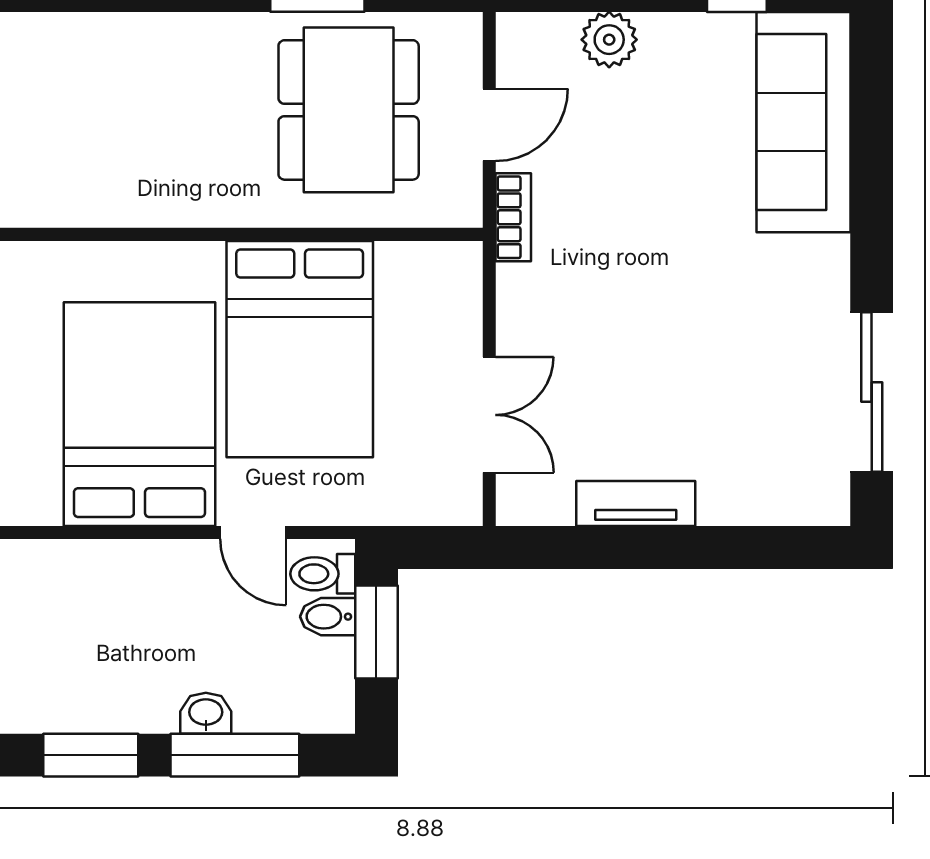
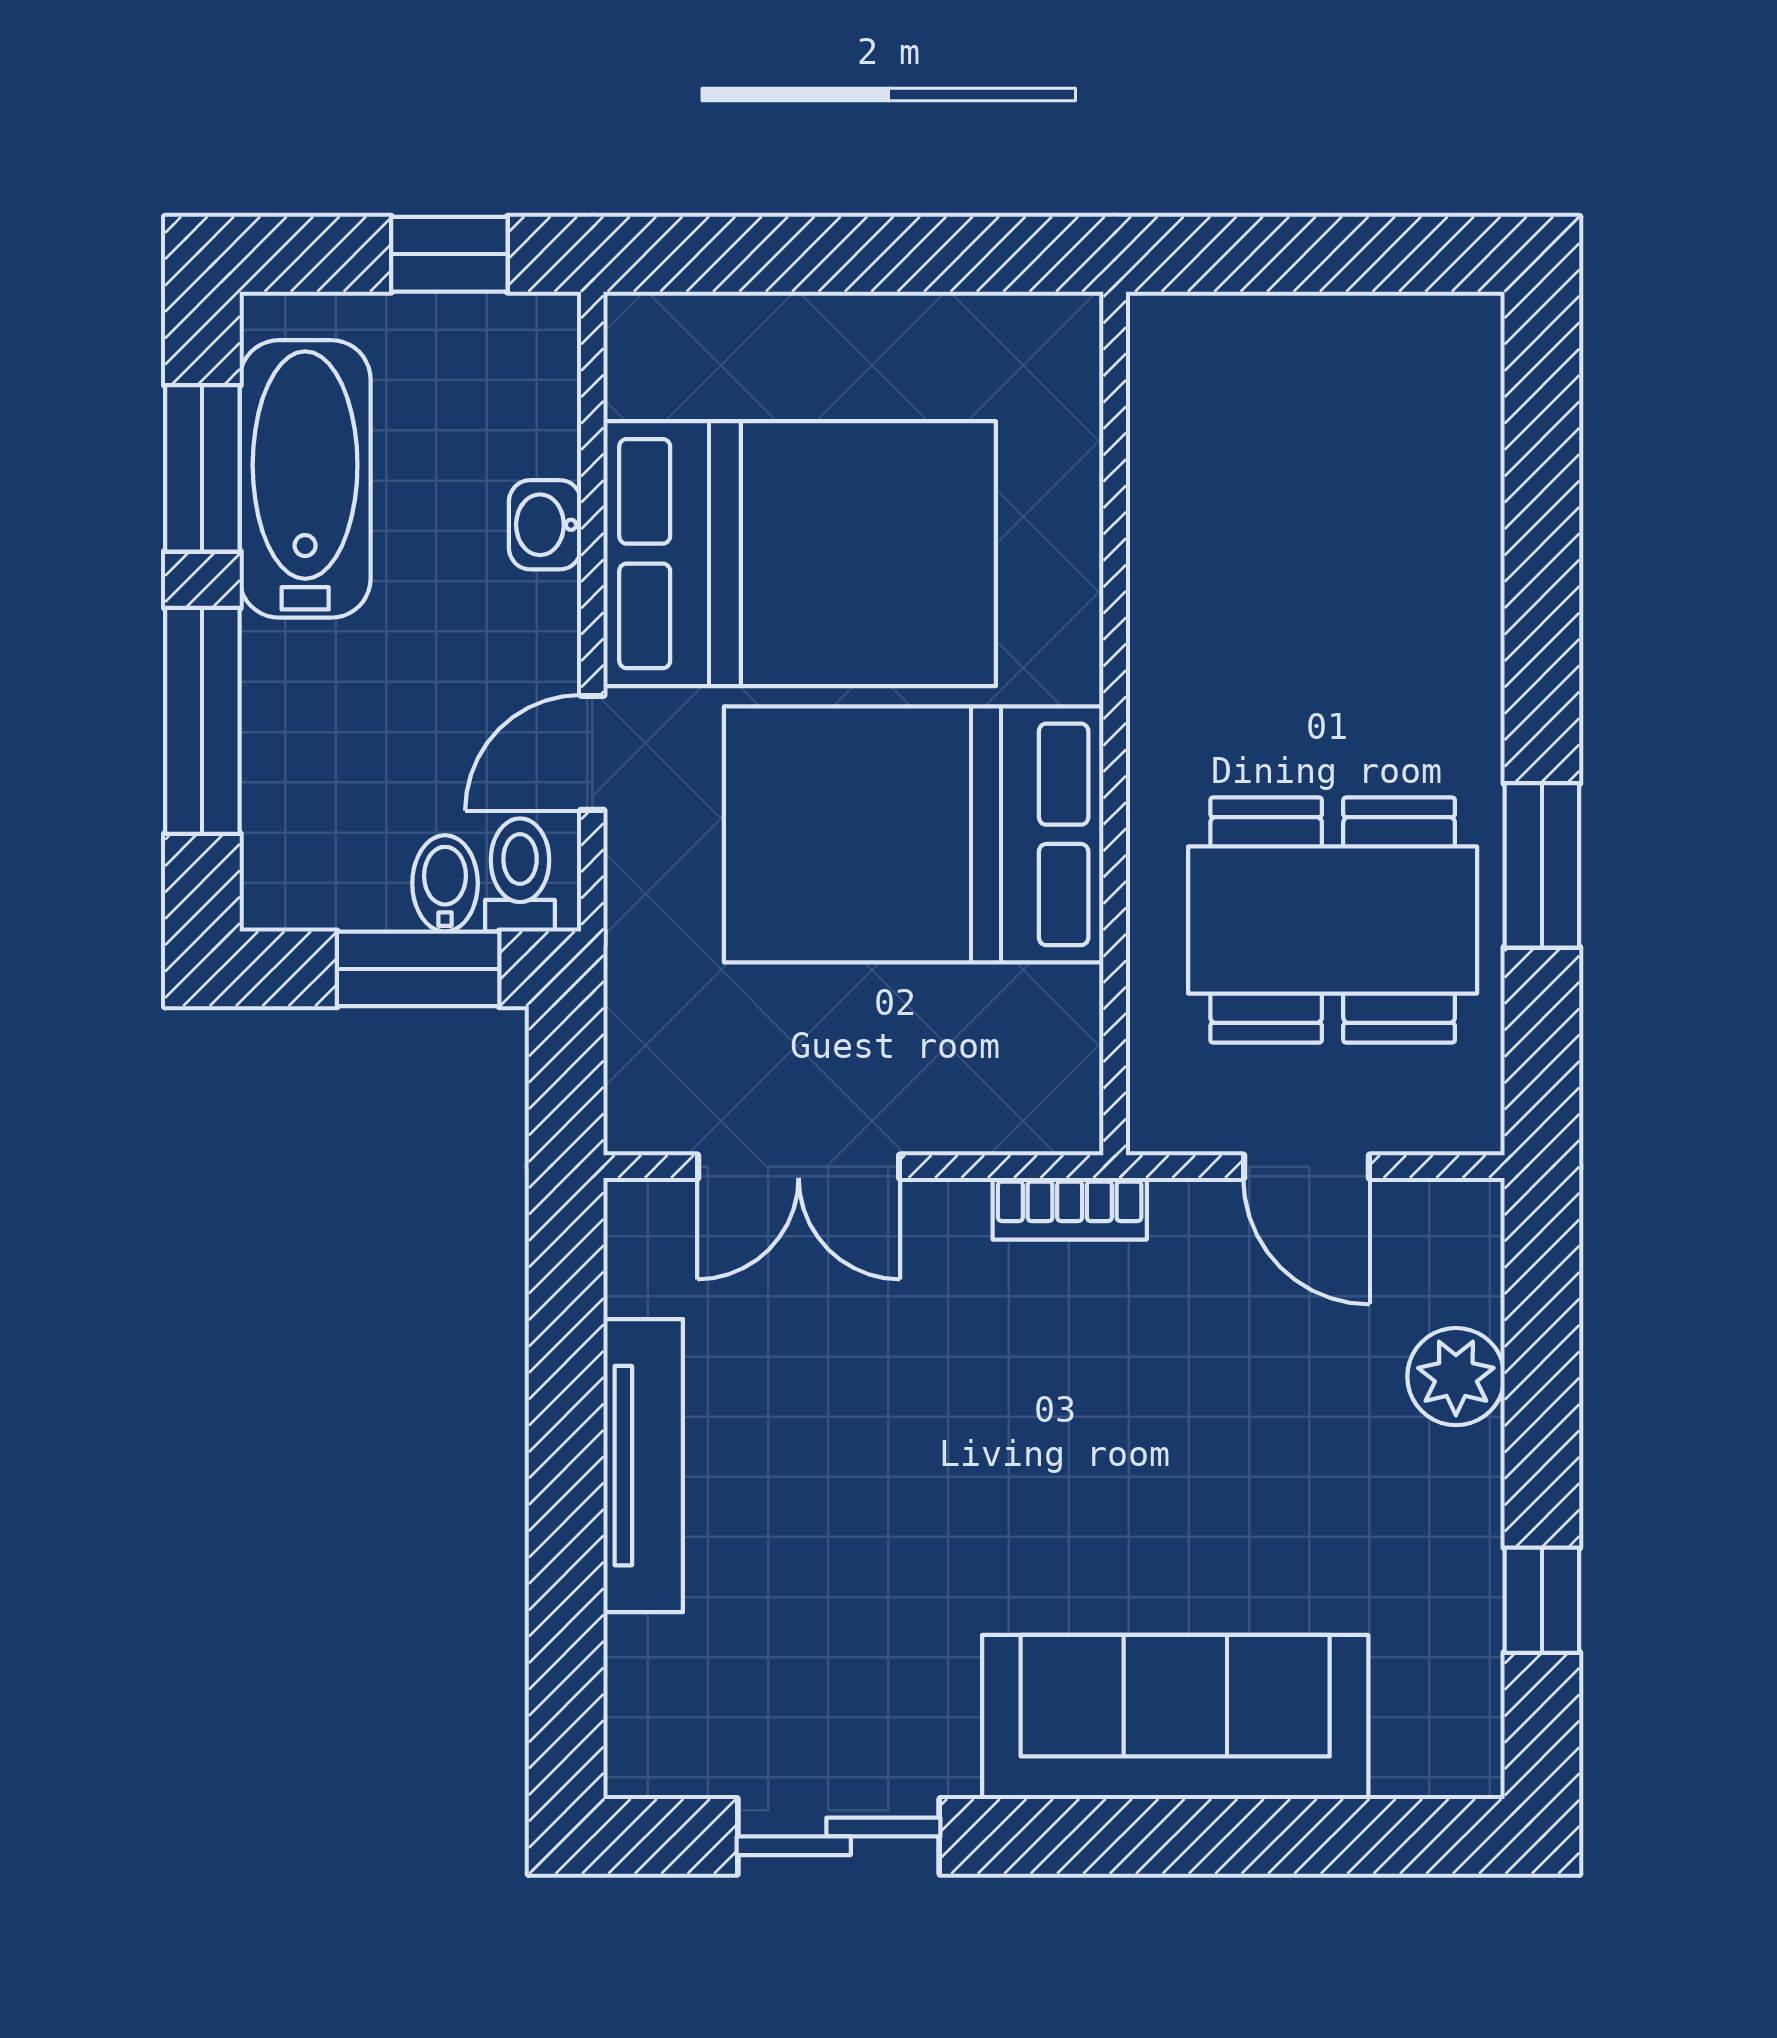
sofa: (804, 122) -> (1175, 1717), moved
bookcase: (513, 217) -> (1070, 1209), moved
sliding door: (872, 392) -> (839, 1836), width x0.73
tv unit: (636, 504) -> (643, 1466), width x1.41
bathtub: (97, 697) -> (305, 479), added
washbasin: (206, 713) -> (545, 525), moved, turned 180

